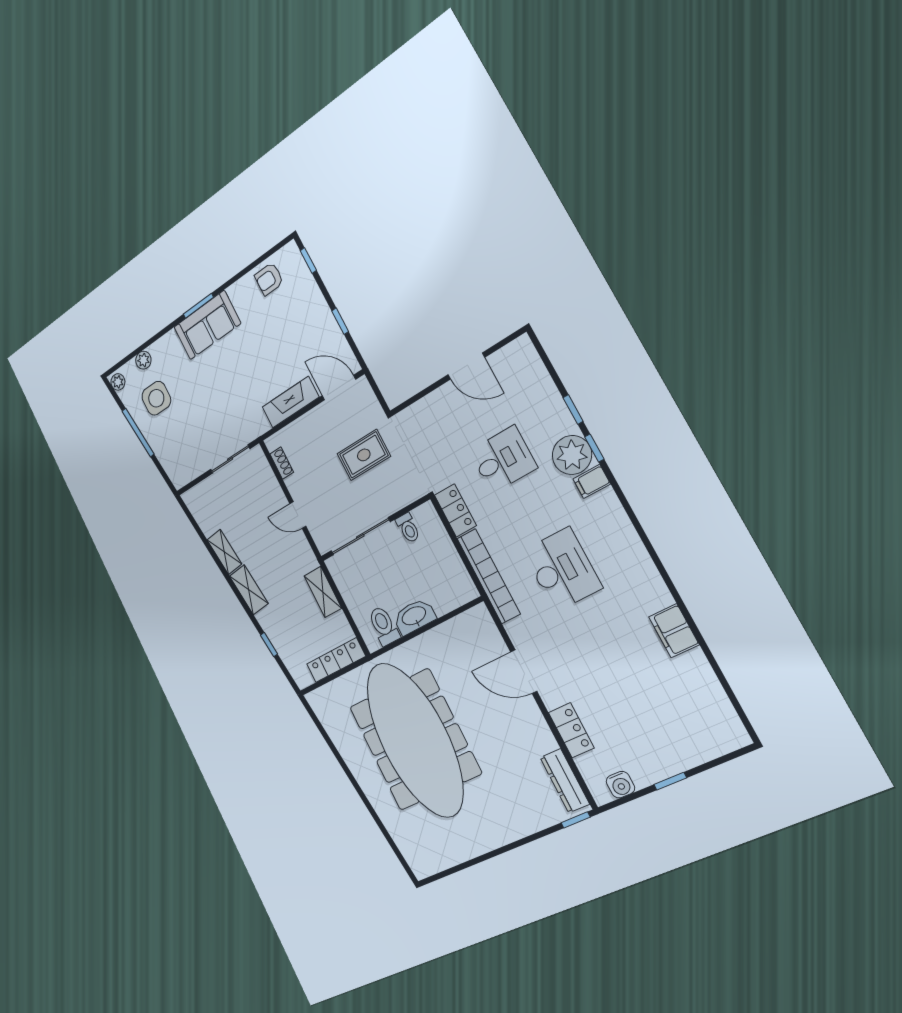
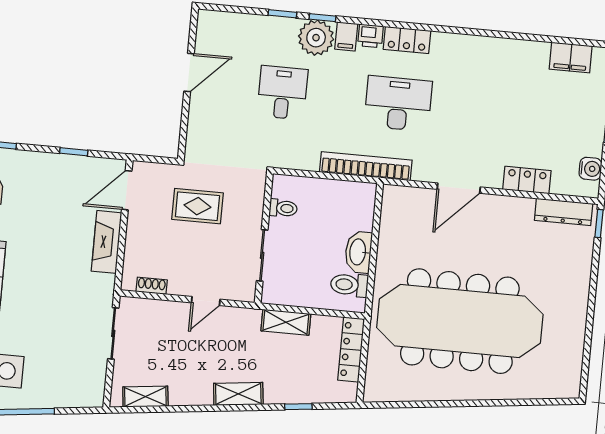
rug: (364, 455) -> (197, 206), turned 90
printer: (607, 503) -> (371, 36), added
locker: (455, 510) -> (407, 40), moved, turned 180
sliding door: (360, 536) -> (262, 255), width x0.73
shelving: (224, 552) -> (145, 397), moved
filing cabinet: (674, 631) -> (571, 57), moved

